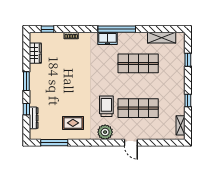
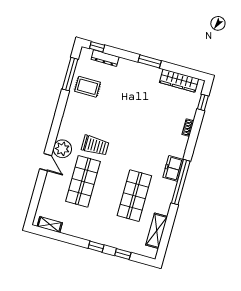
wardrobe: (35, 53) -> (179, 81), width x1.50
window: (188, 101) -> (96, 247), moved
window: (26, 109) -> (97, 47), moved
rug: (73, 123) -> (87, 87), moved, turned 90
plant: (105, 132) -> (62, 149), moved
door: (131, 143) -> (46, 162), swing flipped

